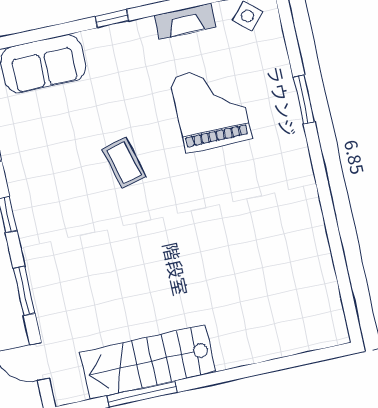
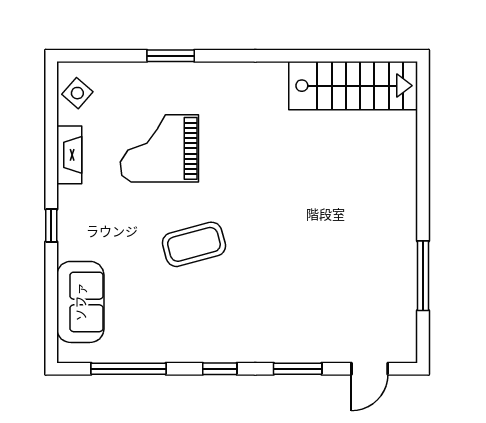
coffee table: (124, 163) -> (194, 244), width x1.36, depth x1.30
stairs: (148, 362) -> (353, 86), moved, turned -90

